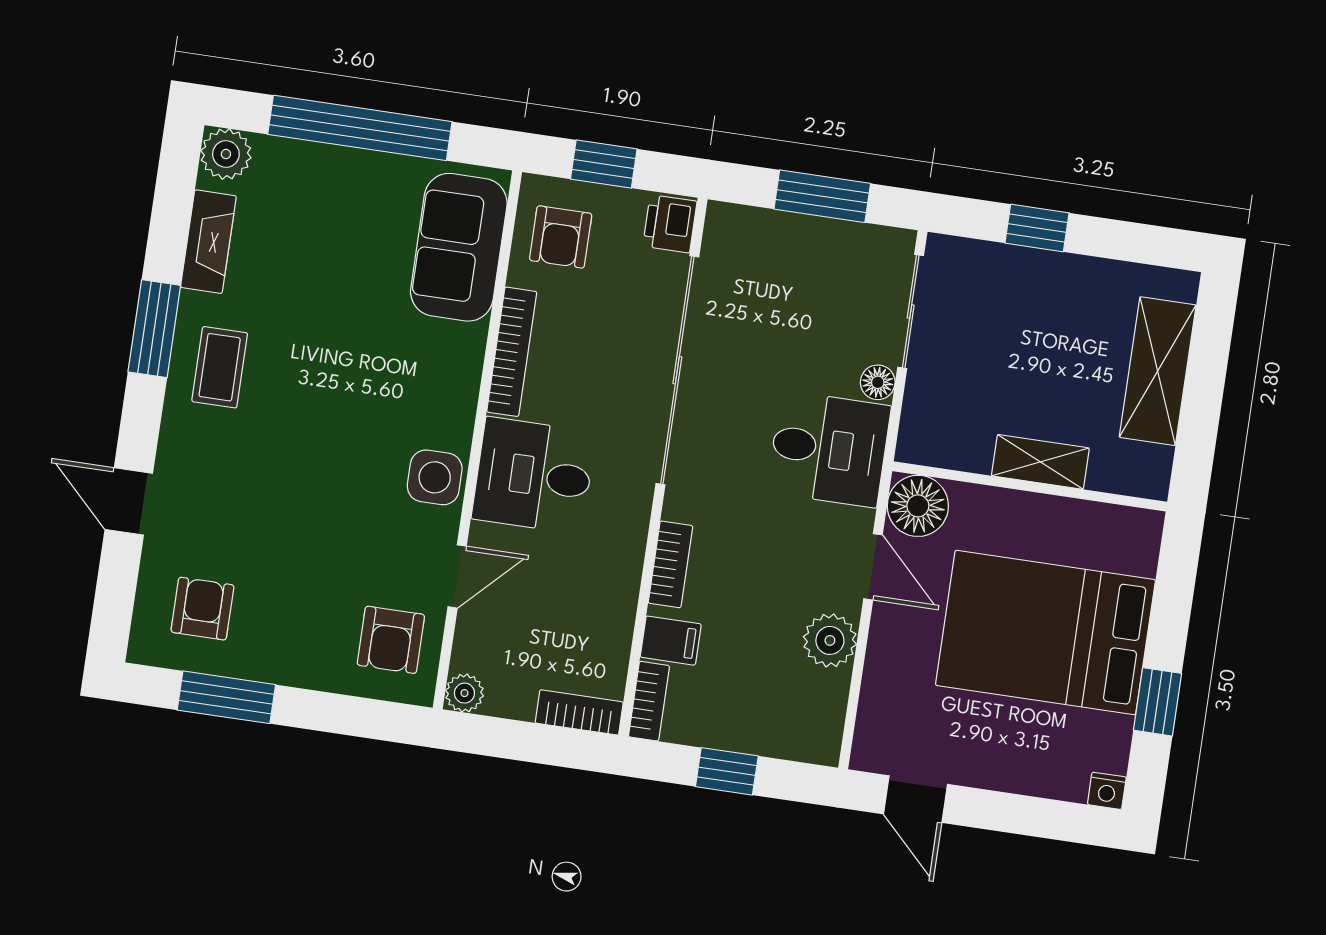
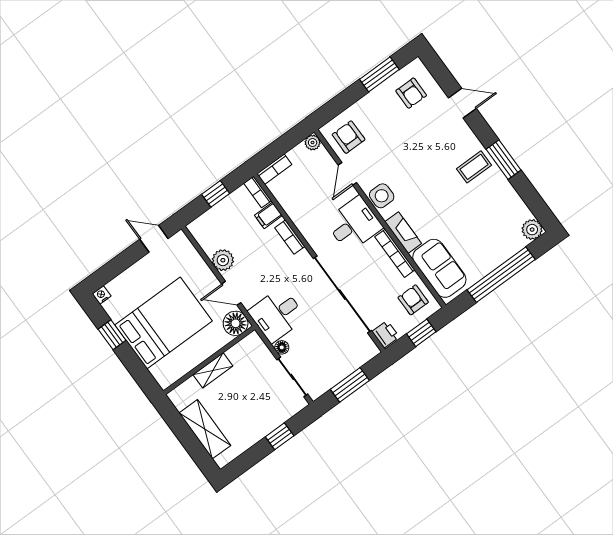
fireplace: (208, 242) -> (403, 233), moved, turned 180
coffee table: (220, 367) -> (474, 167), turned 90

